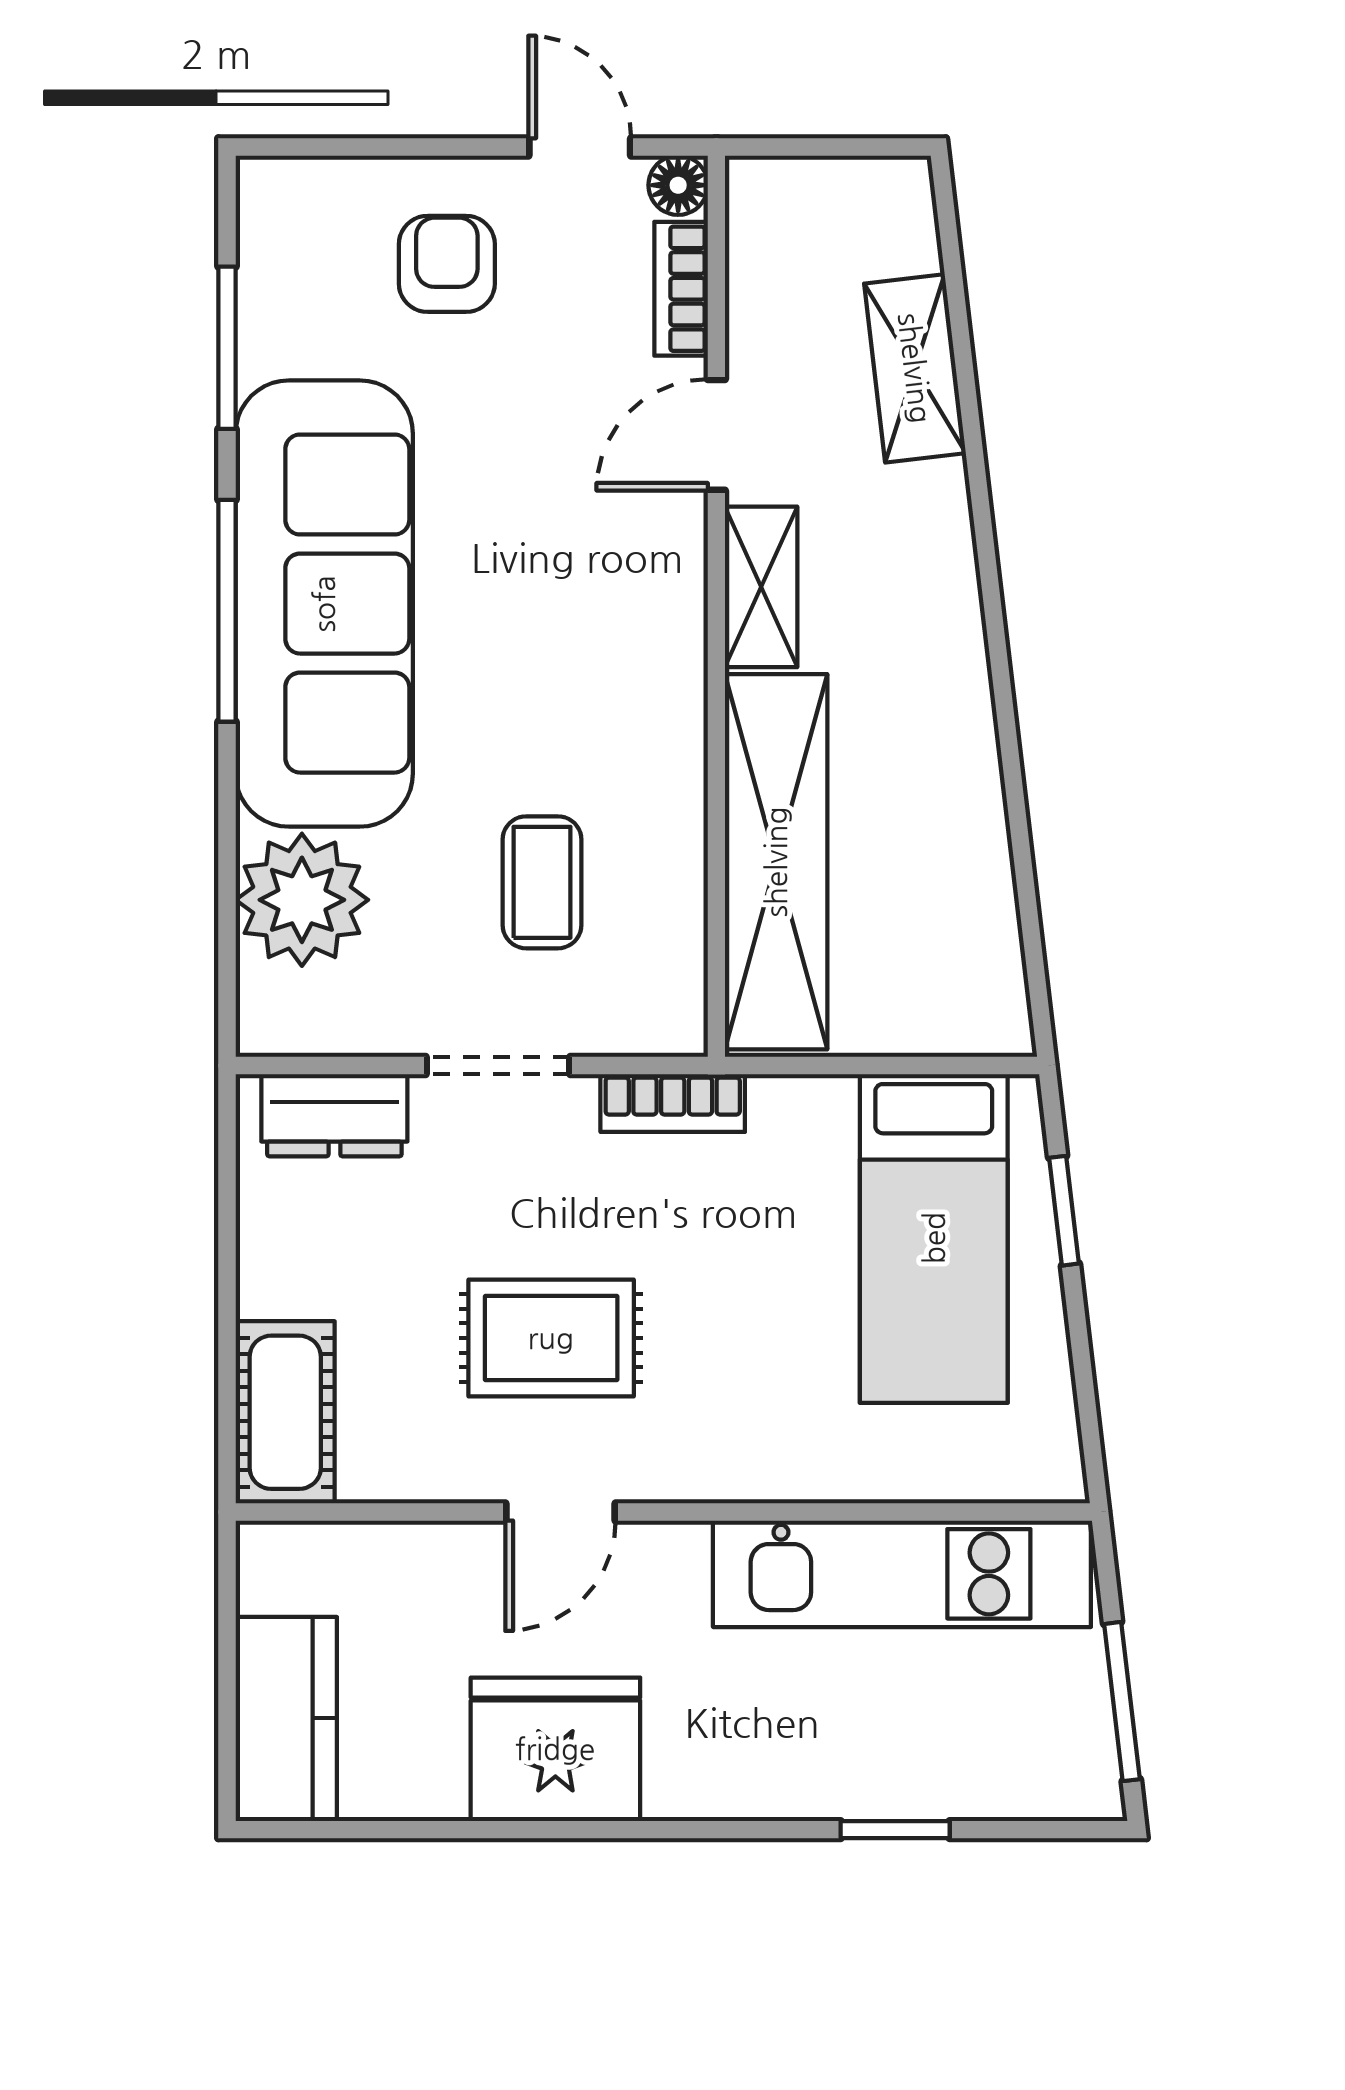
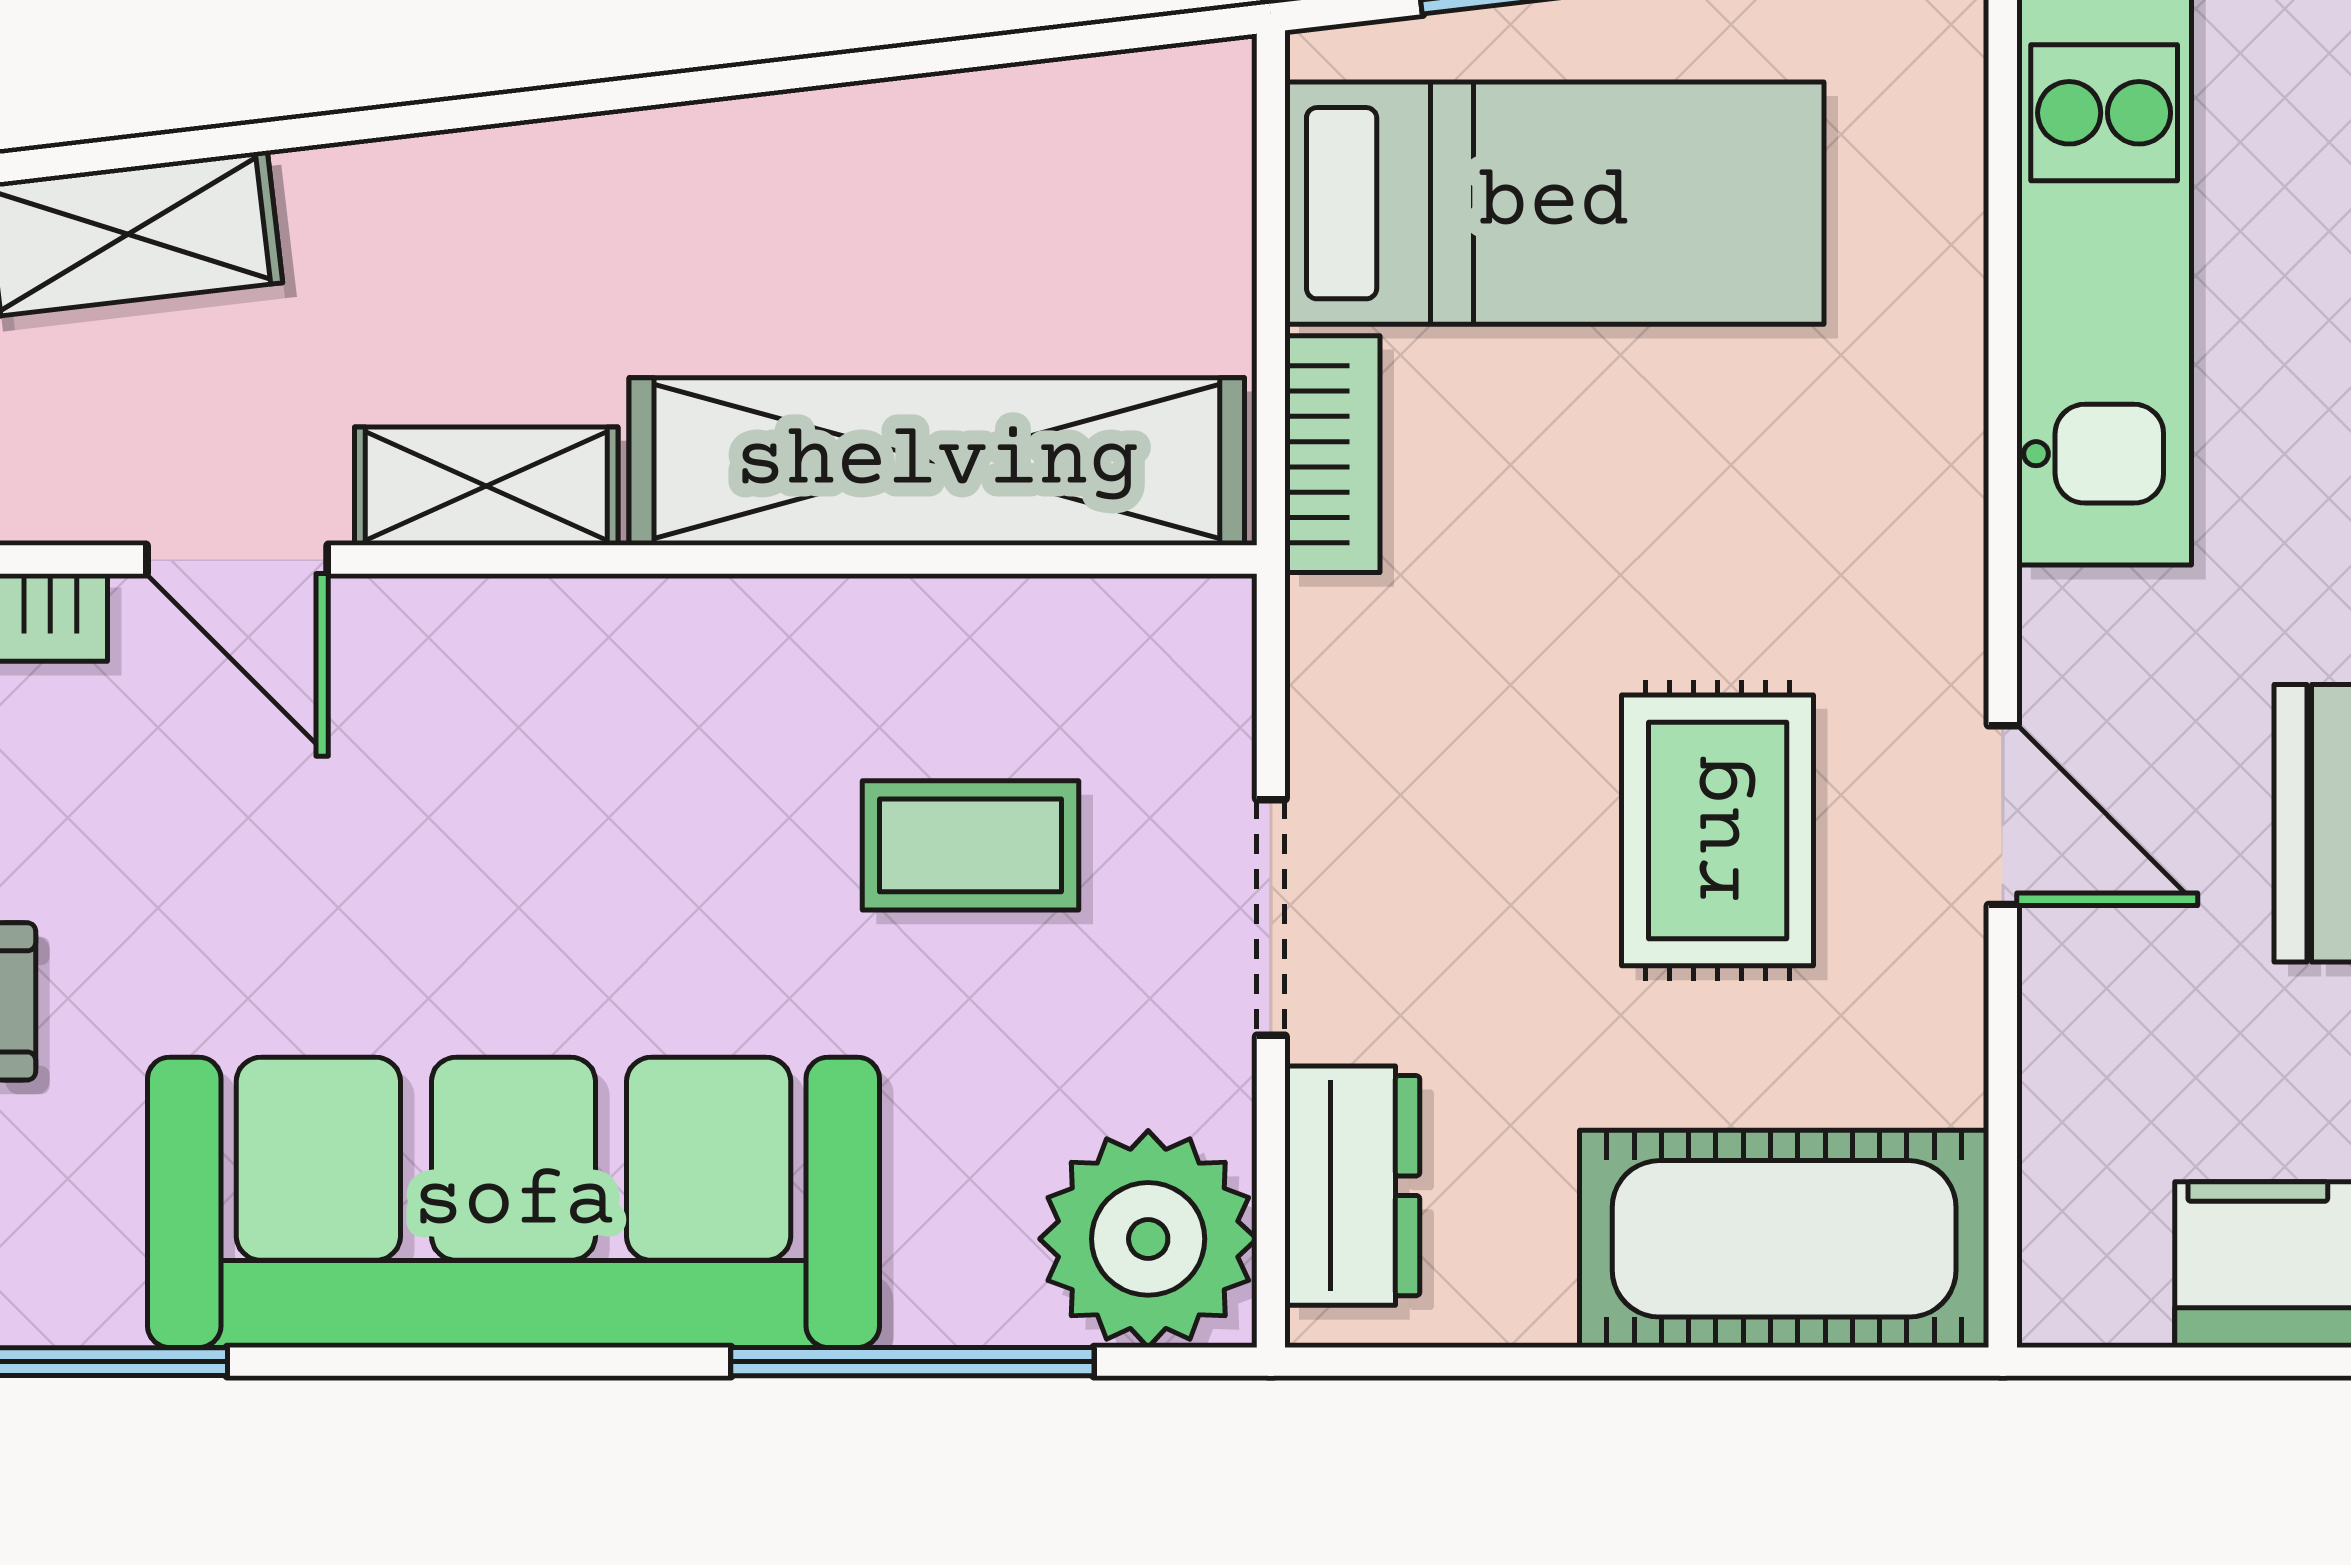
window: (227, 611) -> (912, 1362), moved
plant: (302, 900) -> (1148, 1239), moved
bookcase: (673, 1103) -> (1332, 454), moved
cot: (285, 1412) -> (1784, 1239), width x1.37, depth x1.34

